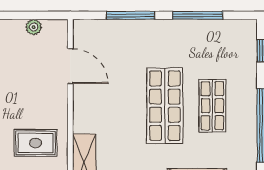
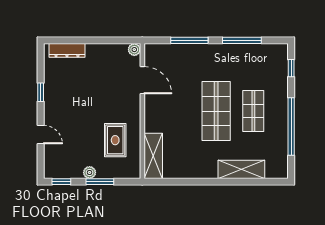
plant: (34, 27) -> (134, 50), moved
rug: (36, 143) -> (115, 140), turned 90

